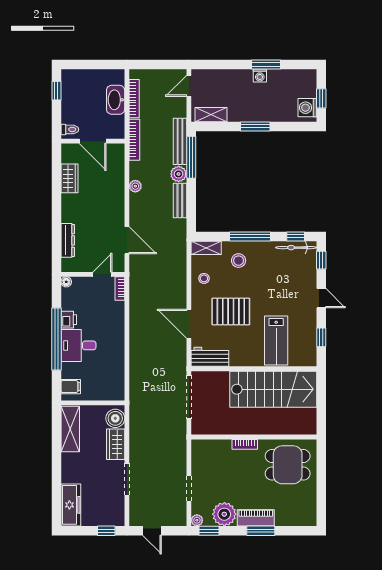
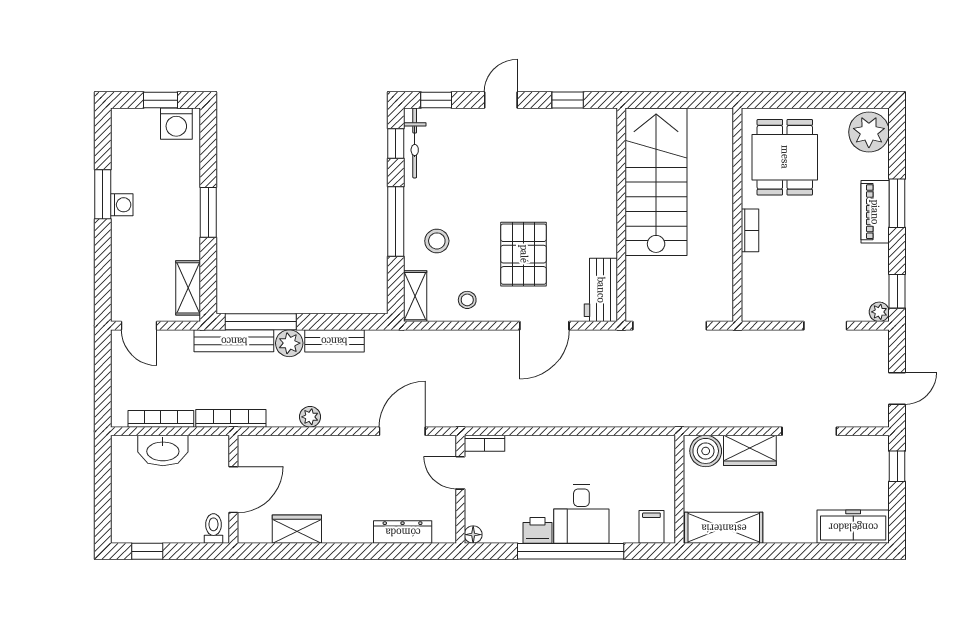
lab bench: (276, 340) -> (573, 177), removed
plant: (224, 514) -> (869, 132), moved

